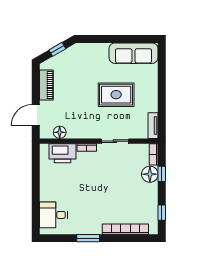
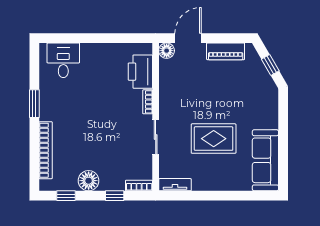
rug: (116, 95) -> (214, 139), turned 90
door: (36, 115) -> (188, 38), hinge flipped
floor lamp: (60, 132) -> (167, 51), moved
floor lamp: (150, 174) -> (89, 181), moved

